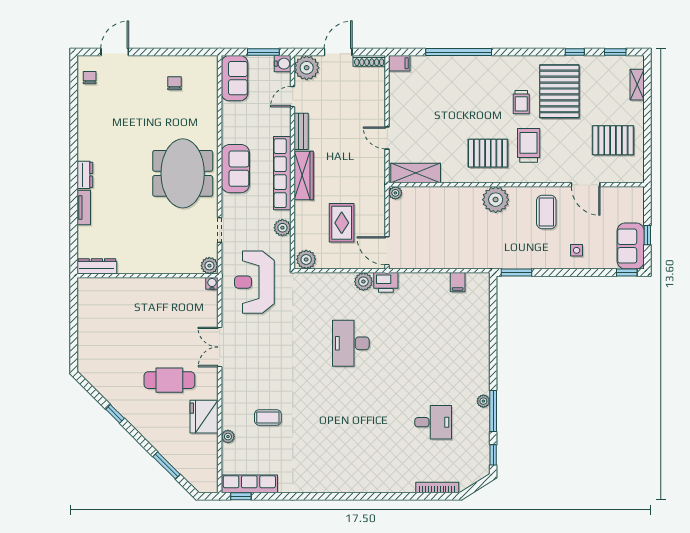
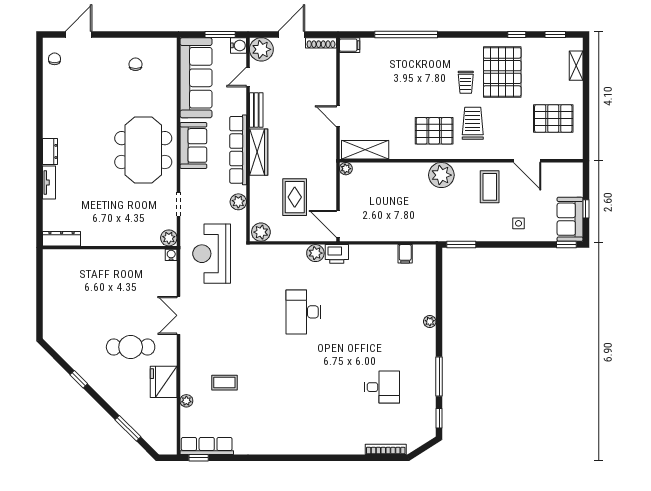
sofa: (234, 78) -> (196, 78), width x1.85, depth x1.27
plant: (483, 401) -> (430, 322), moved

